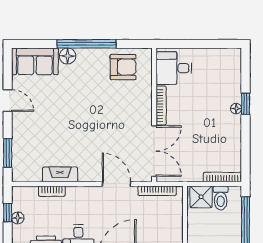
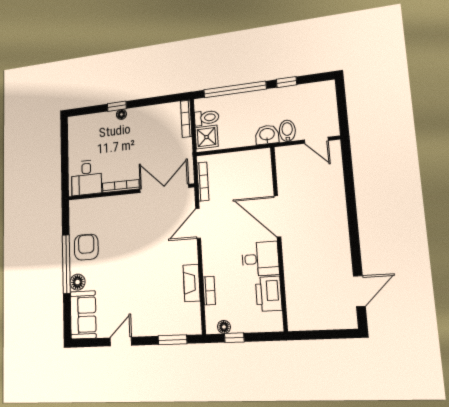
armchair: (123, 67) -> (86, 247), moved
floor lamp: (18, 218) -> (224, 327), moved

